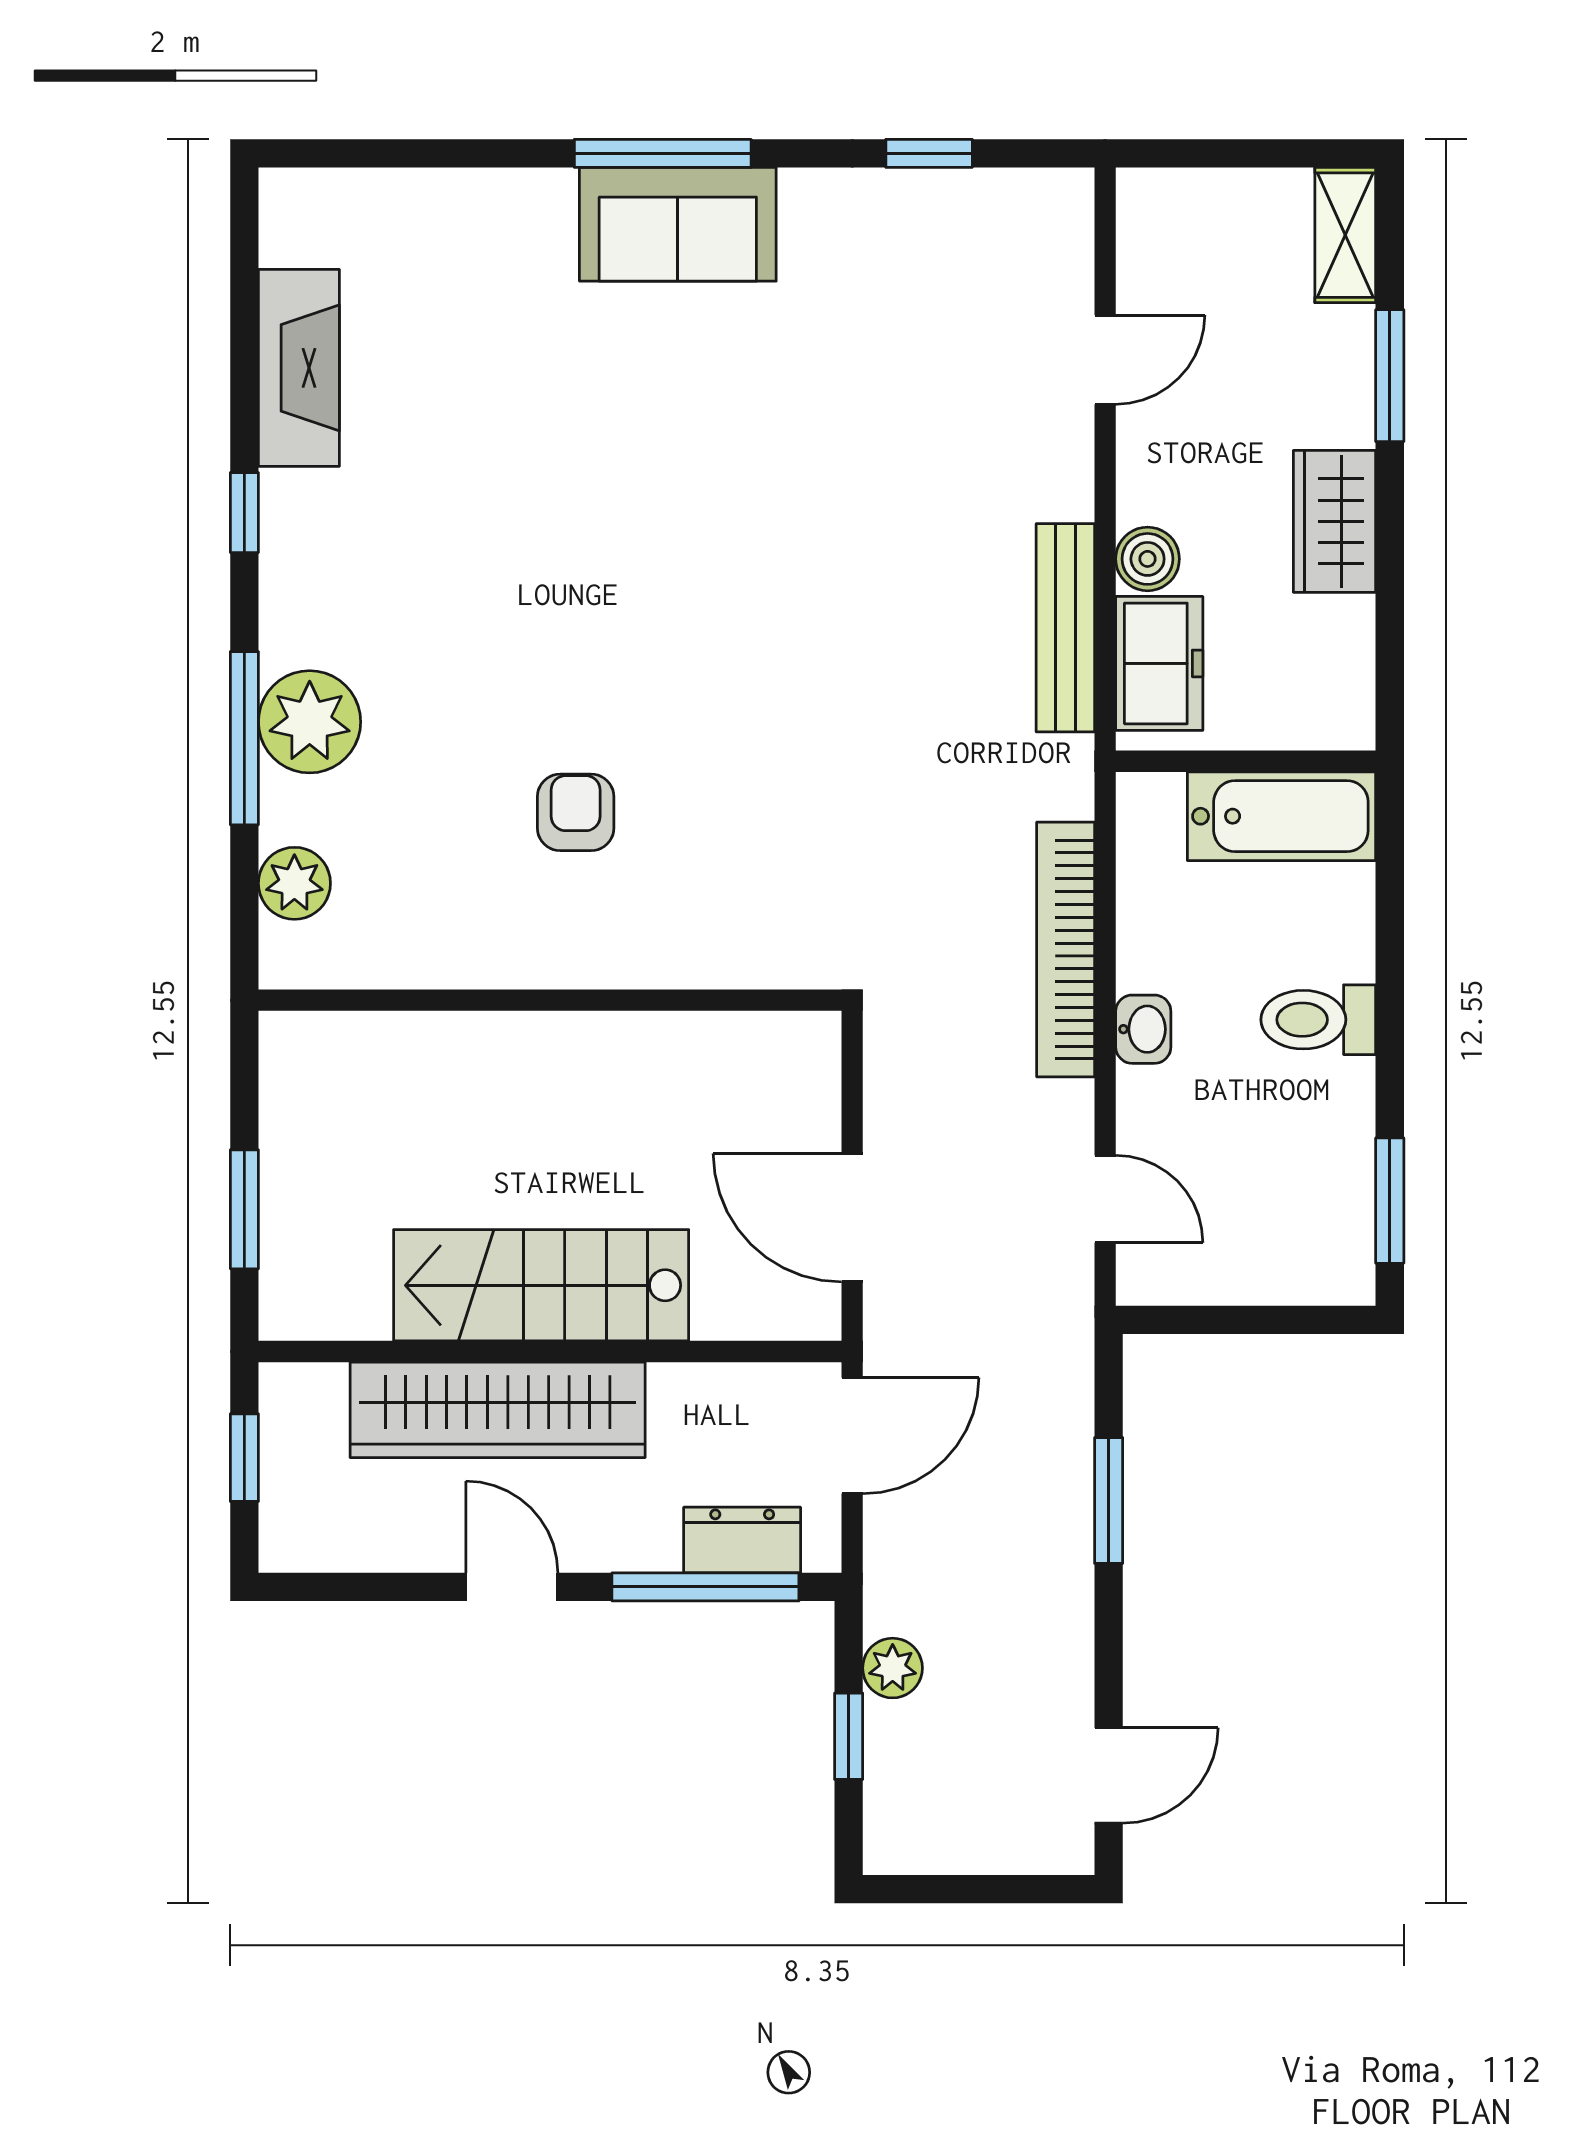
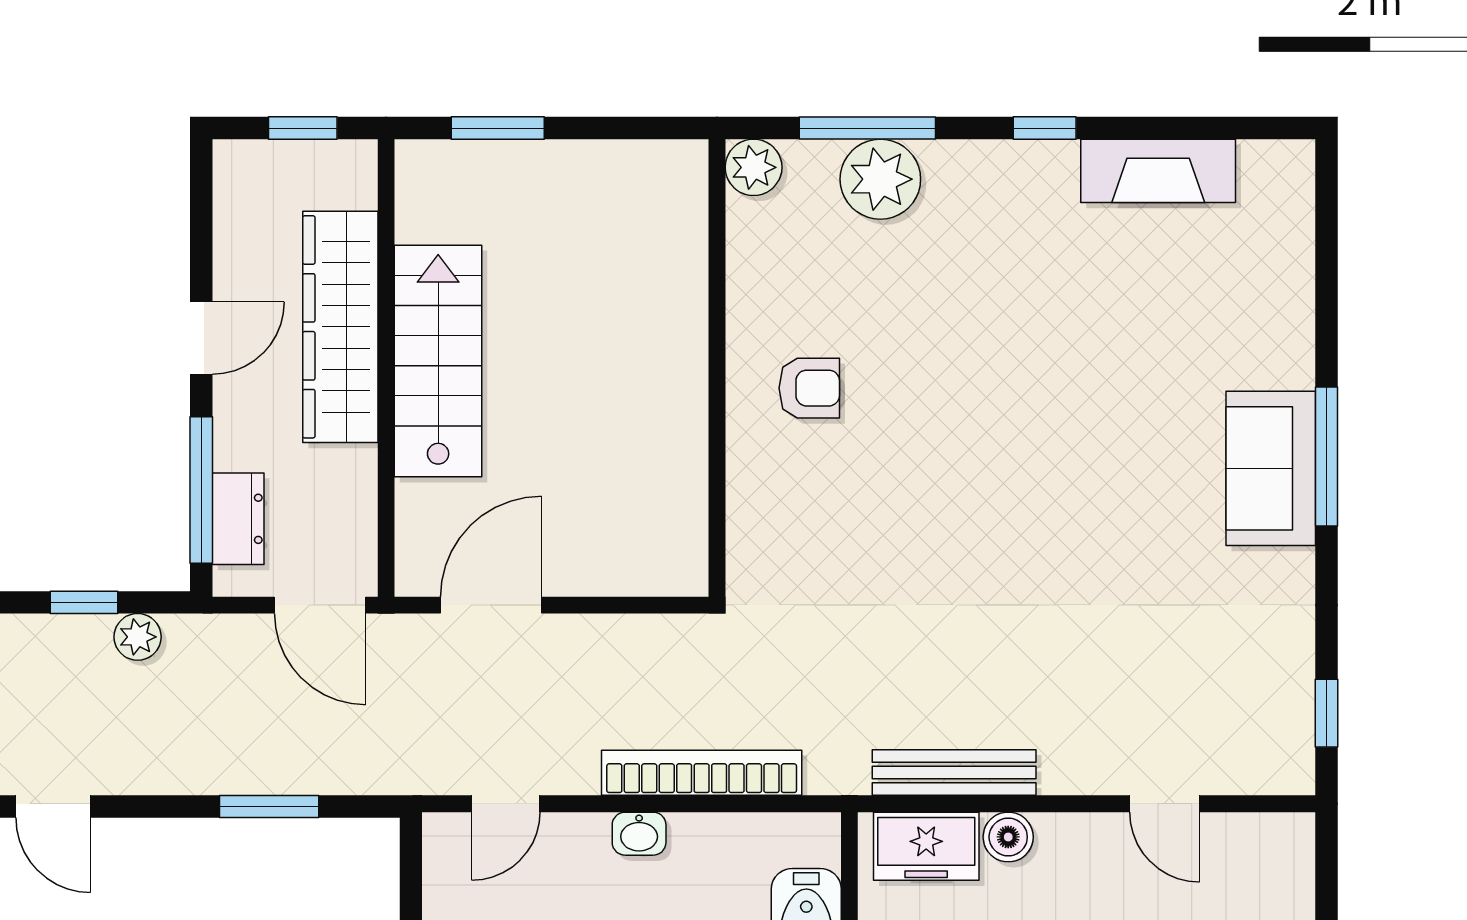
window: (929, 153) -> (1327, 713), moved
wall: (550, 1000) -> (717, 368), moved

